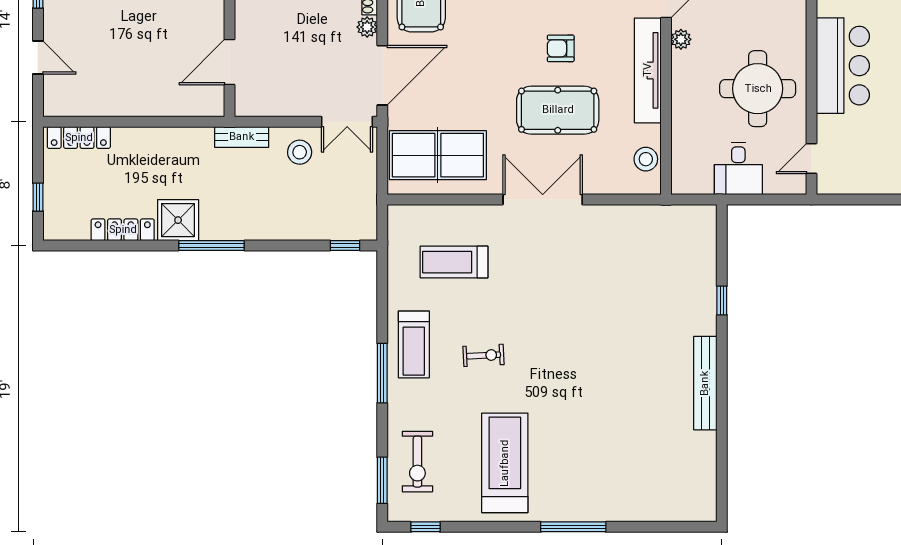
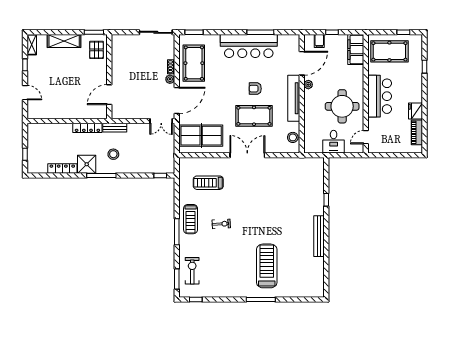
locker: (79, 138) -> (87, 128), moved
stool: (300, 152) -> (113, 154), moved
exercise bike: (417, 462) -> (192, 271), turned 180
treadmill: (505, 463) -> (267, 266), moved

